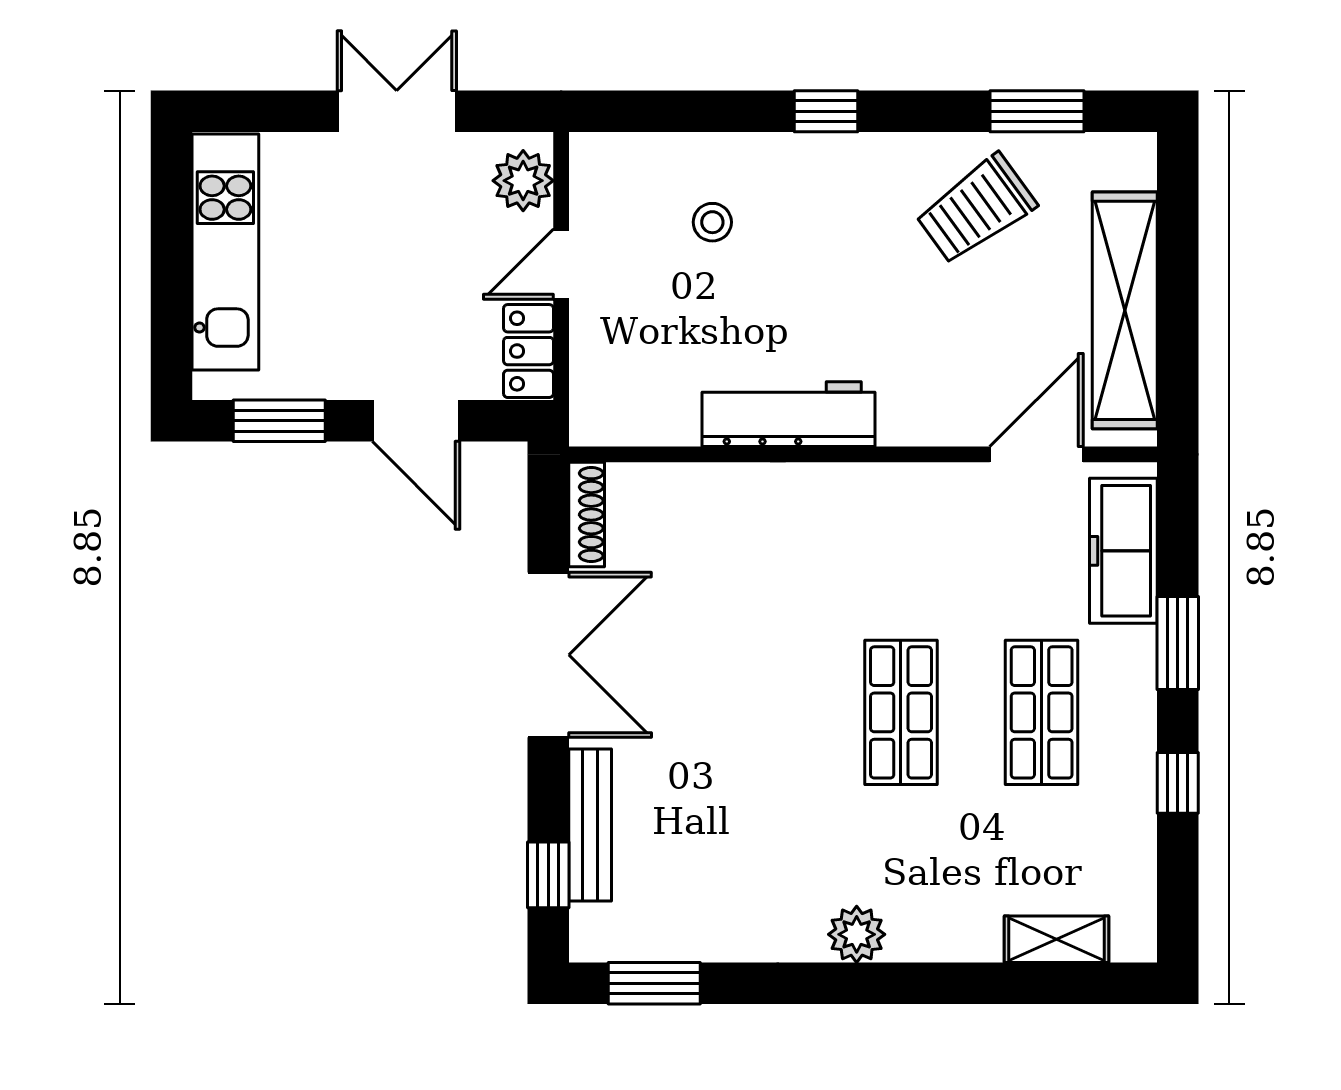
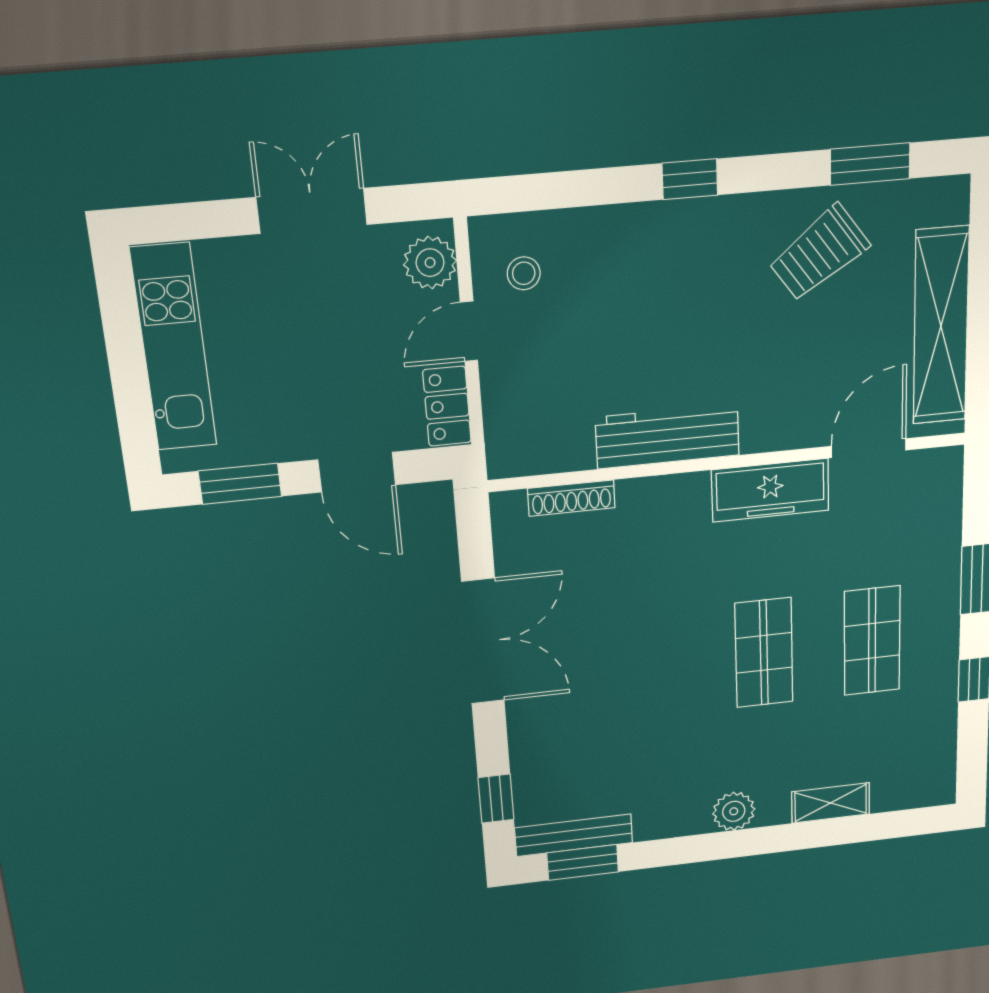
stool: (712, 222) -> (524, 273), moved
shoe rack: (587, 515) -> (571, 498), moved, turned 90
freezer: (1123, 551) -> (770, 490), moved, turned -90
bench: (590, 825) -> (574, 835), moved, turned 90
shelving: (1056, 939) -> (831, 803), moved

